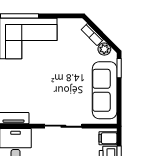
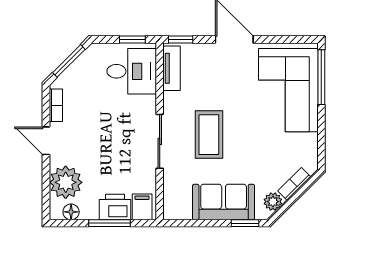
sofa: (105, 90) -> (224, 202), width x0.73
coffee table: (59, 93) -> (209, 135), added

